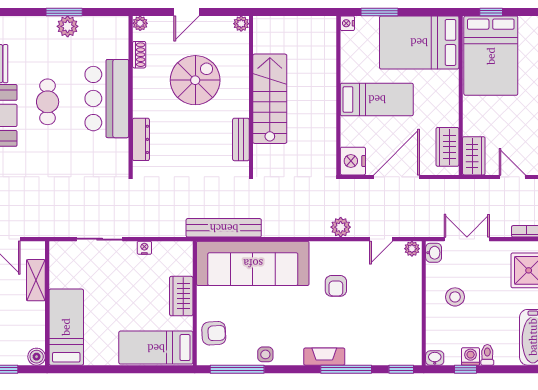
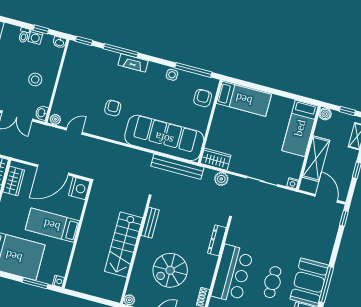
plant: (341, 227) -> (221, 179), moved
nightstand: (144, 248) -> (293, 183), moved
shelving: (36, 280) -> (316, 159), width x1.50, depth x1.33
wardrobe: (181, 296) -> (216, 159), moved, turned -90
armchair: (214, 333) -> (203, 98), turned 93

